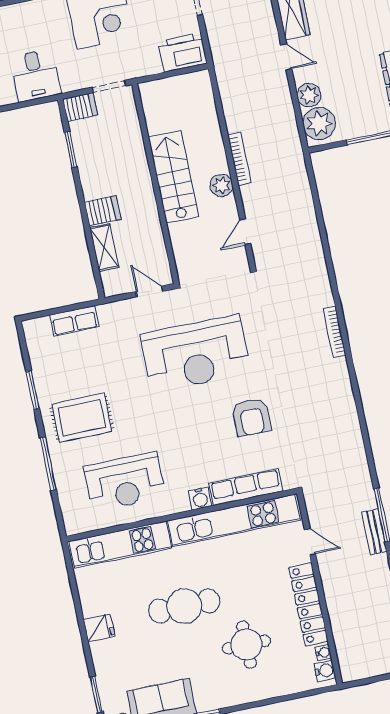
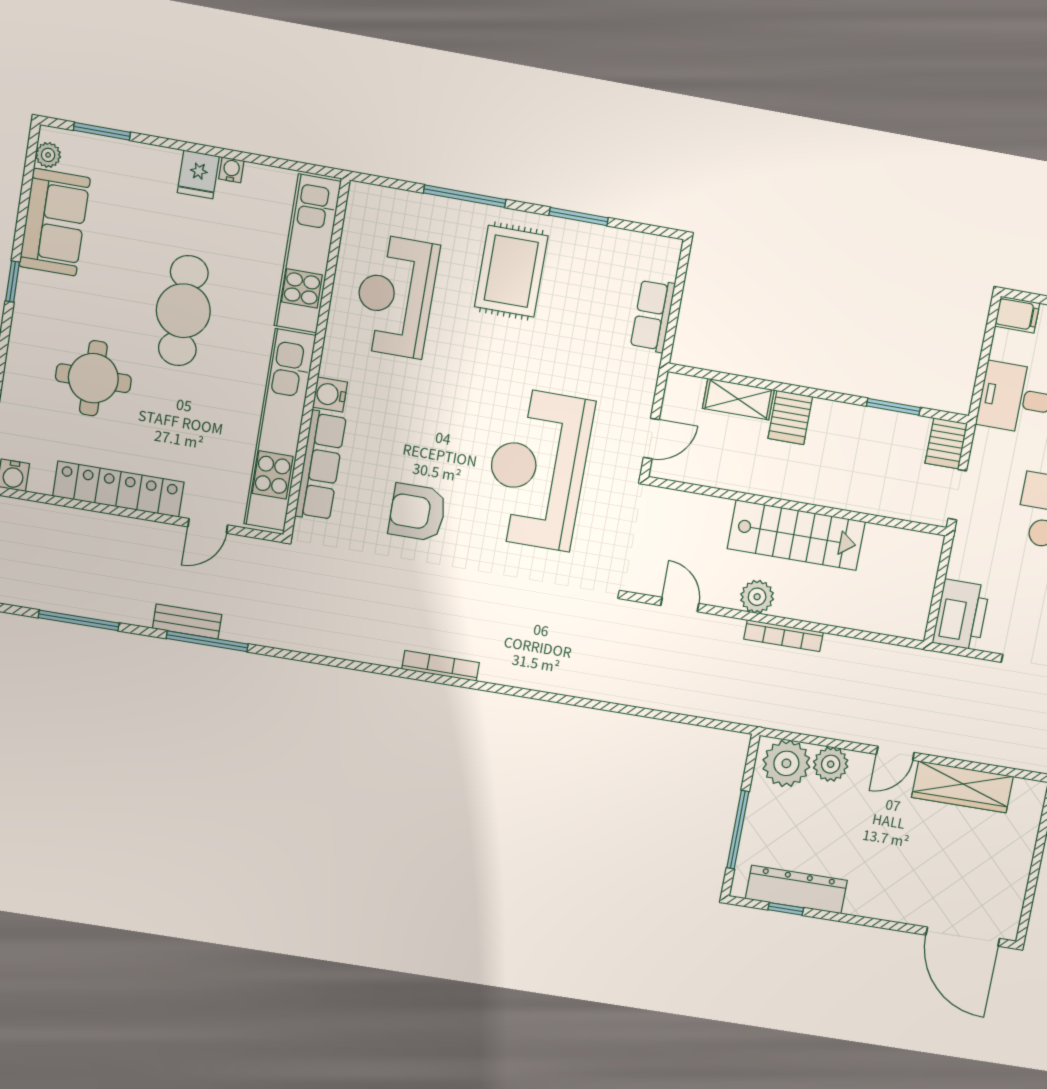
bookcase: (334, 332) -> (441, 666), moved
water cooler: (323, 653) -> (231, 170), moved, turned 180

